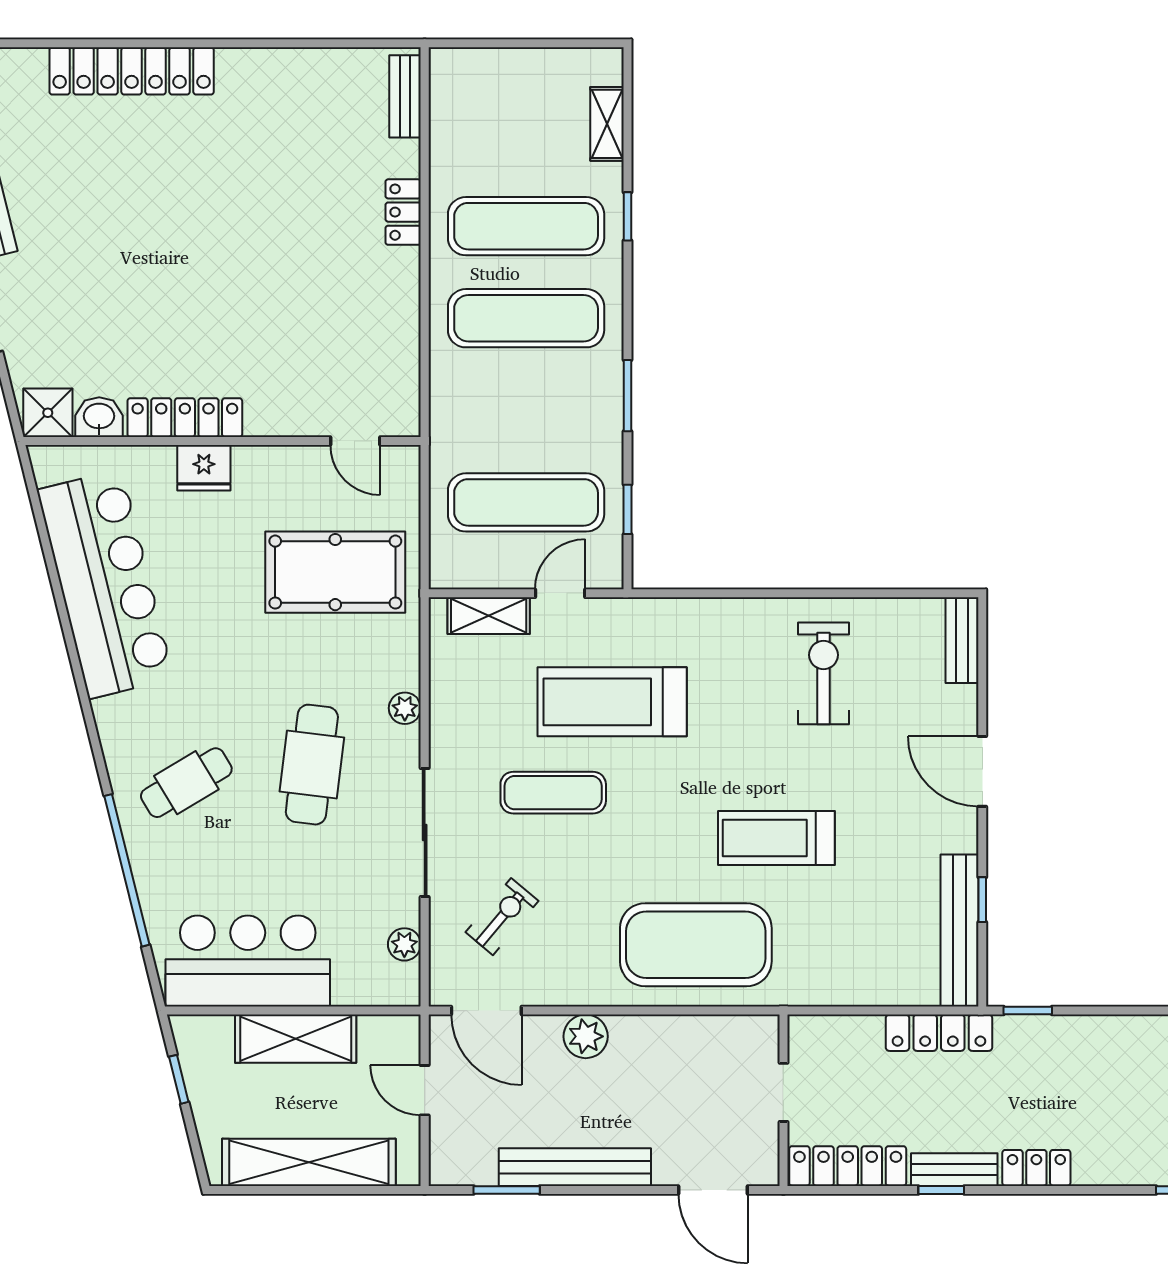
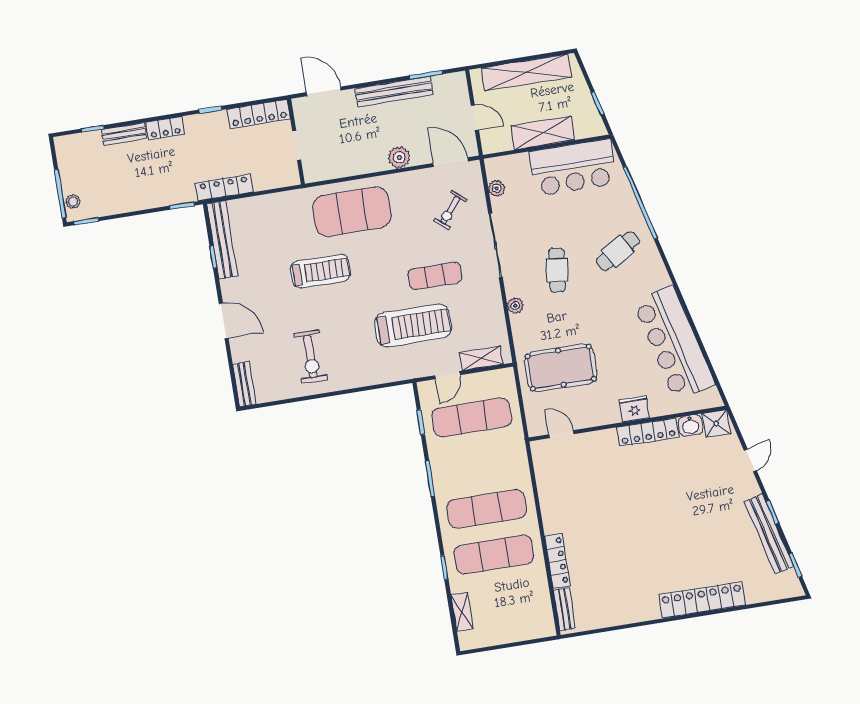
locker: (403, 212) -> (558, 561), width x1.53
cafe table: (312, 765) -> (557, 270), width x0.73, depth x0.74
bench: (954, 1170) -> (124, 134), moved

